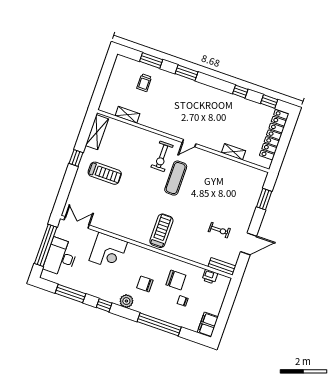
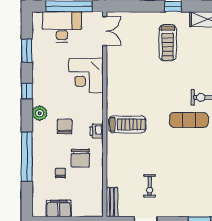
printer: (210, 277) -> (97, 131), moved
window: (70, 293) -> (27, 51), width x0.69
filing cabinet: (208, 325) -> (59, 209), moved

